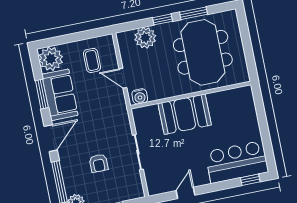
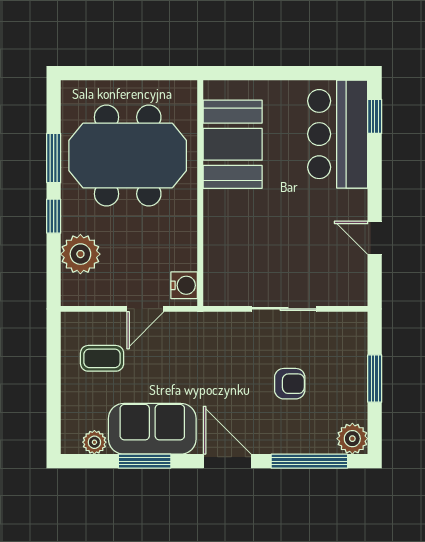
plant: (51, 59) -> (94, 442), width x0.53, depth x0.53
booth: (185, 114) -> (233, 144), moved

